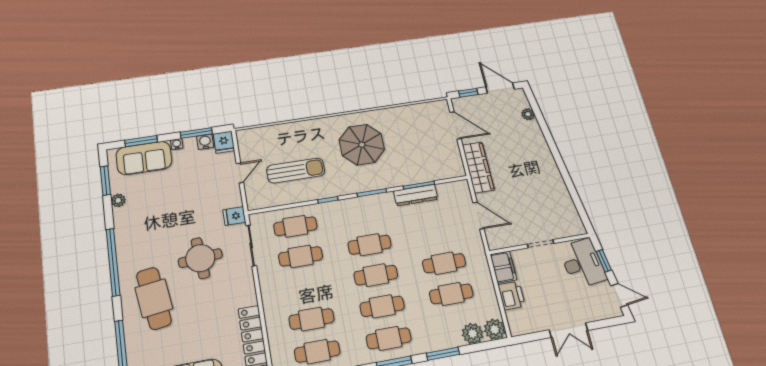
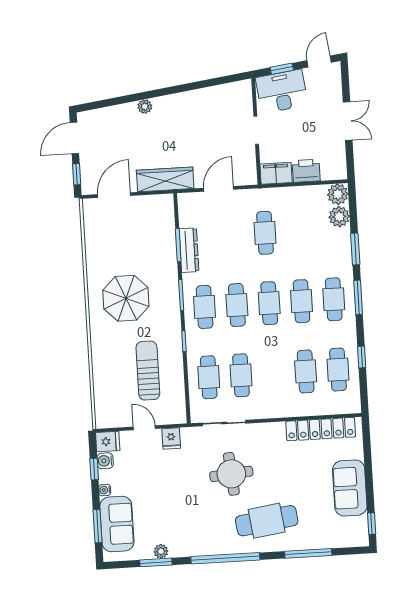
plant: (528, 114) -> (145, 107), moved
window: (196, 133) -> (94, 469), width x0.67
window: (105, 181) -> (156, 562), moved
fridge: (234, 216) -> (171, 438), moved
cafe table: (451, 294) -> (205, 307), moved

